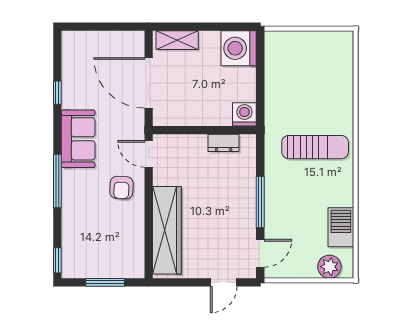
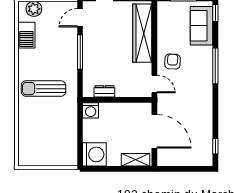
window: (57, 93) -> (215, 146), moved
sofa: (78, 139) -> (201, 26), moved

